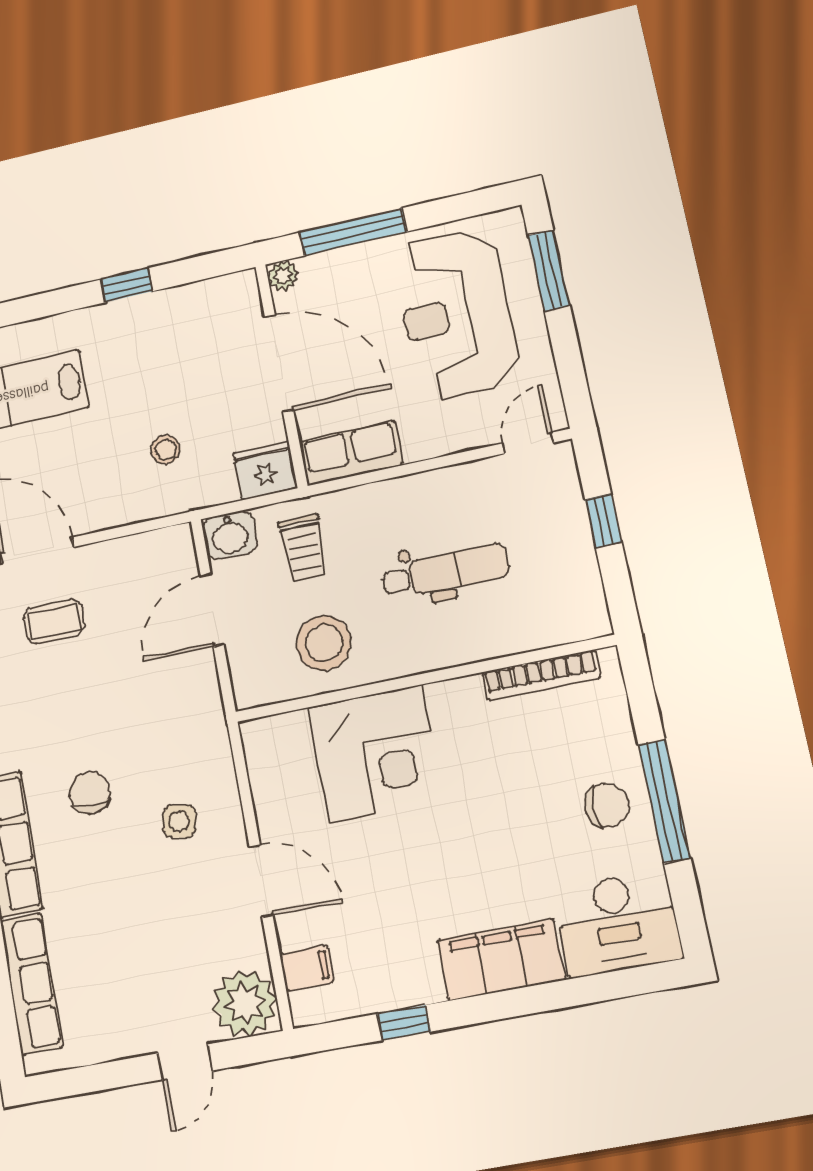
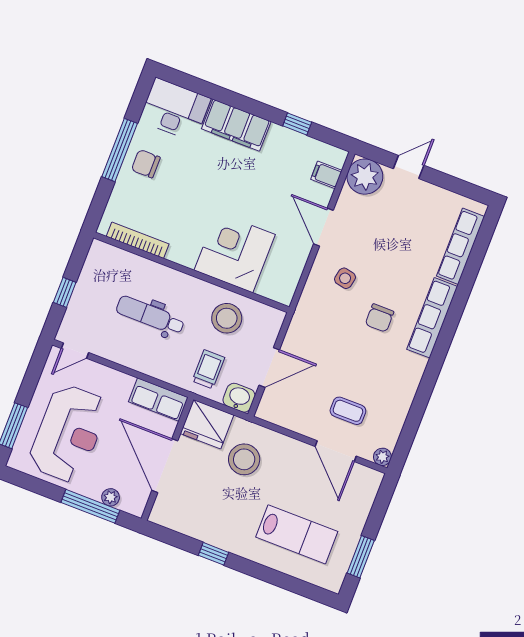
plant: (283, 276) -> (111, 497), moved
stool: (166, 450) -> (244, 459), width x1.89, depth x1.89
fridge: (265, 471) -> (207, 424), width x1.36, depth x1.34

